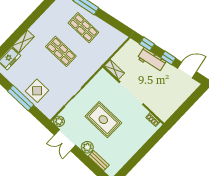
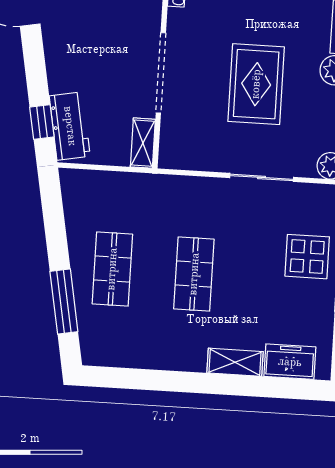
window: (168, 58) -> (34, 59), removed
workbench: (152, 60) -> (70, 126), moved

